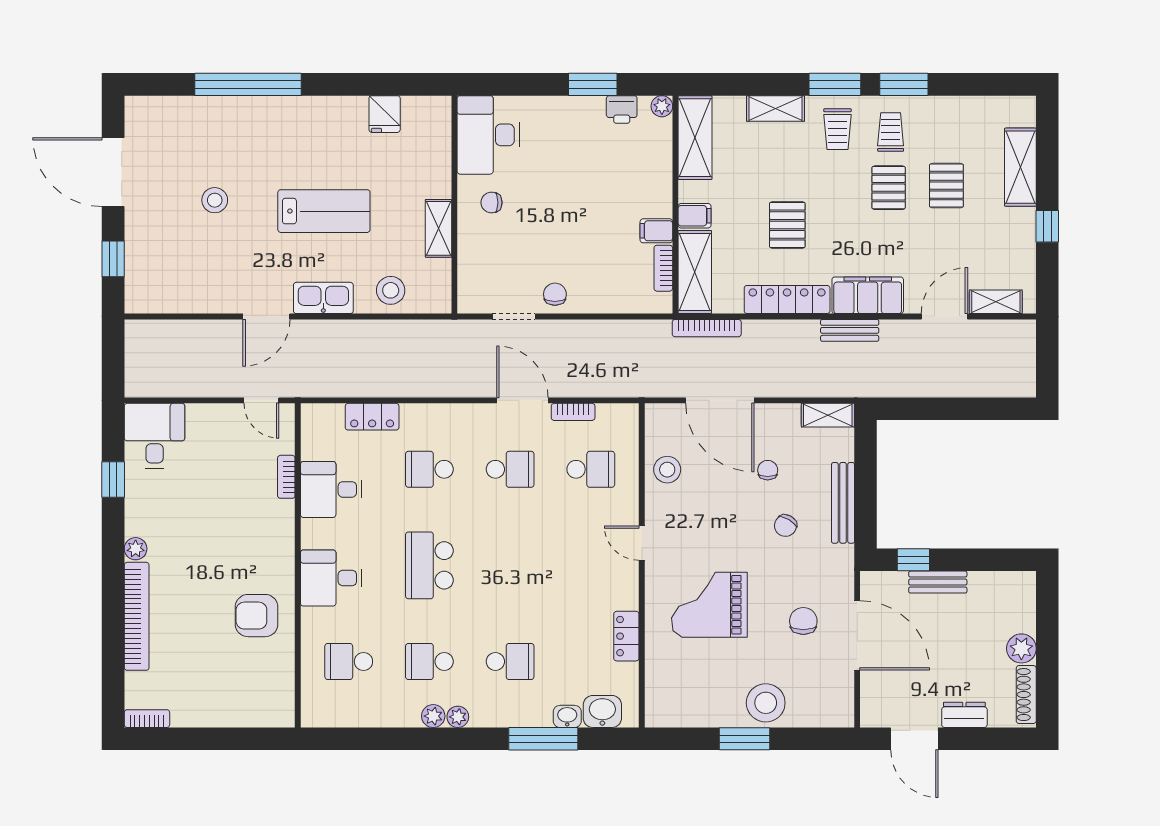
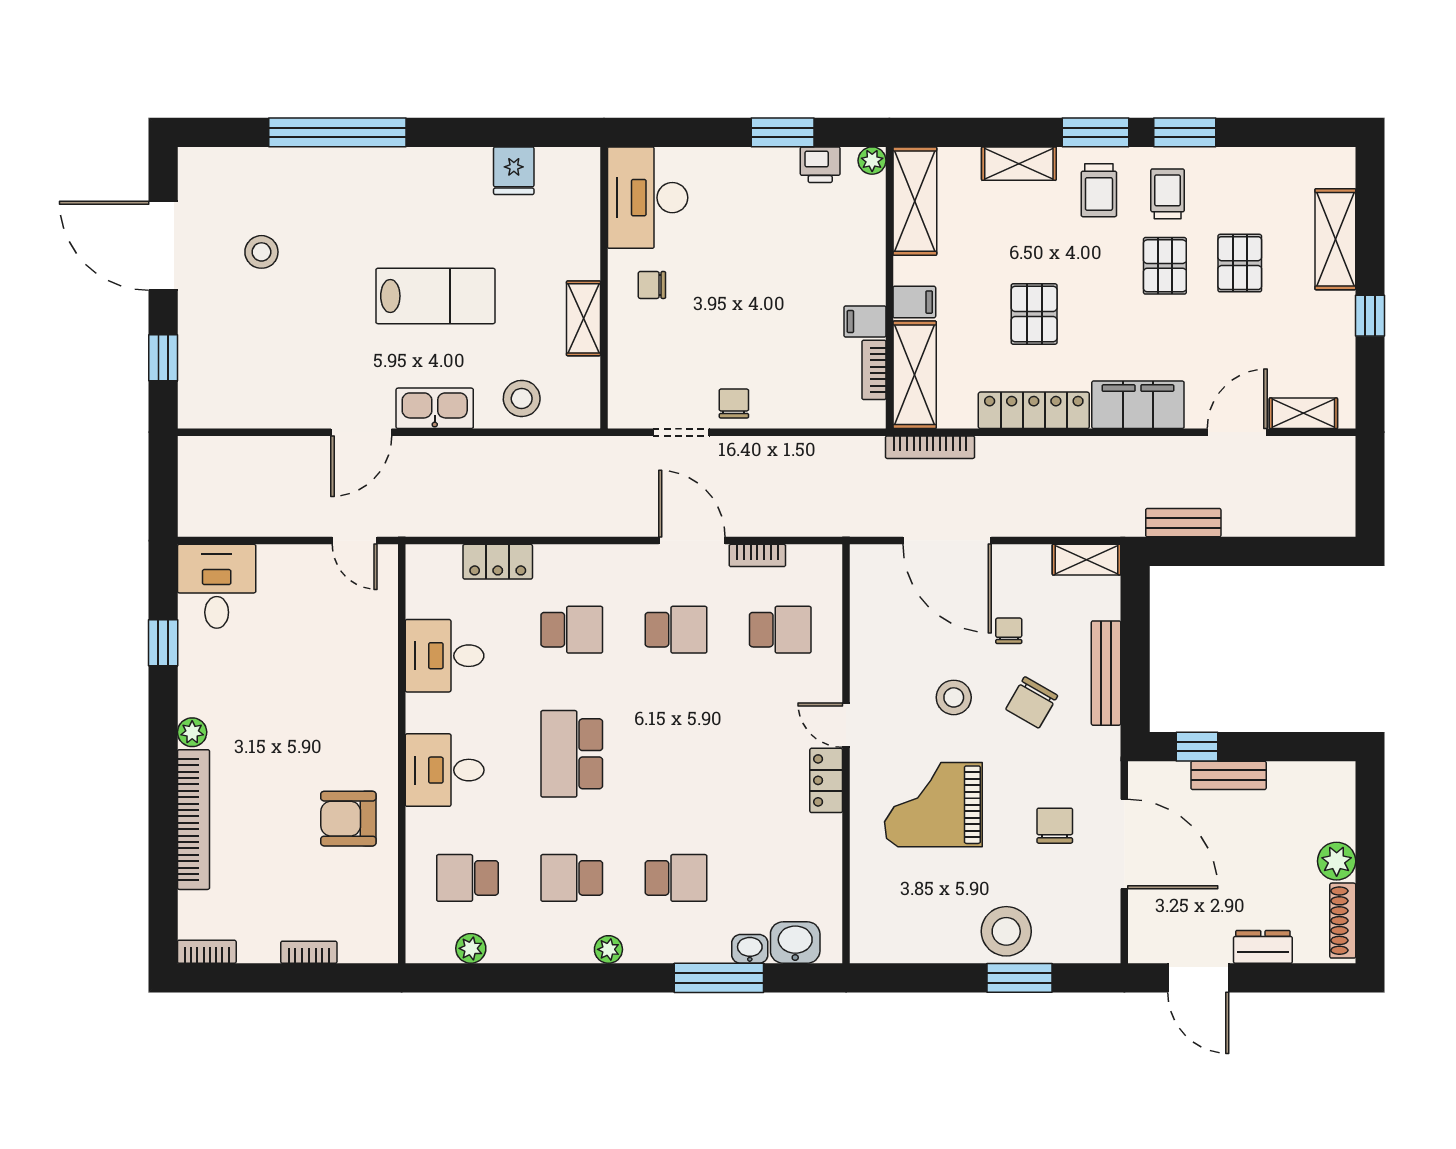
stool: (215, 200) -> (261, 252), moved
bench: (850, 330) -> (1183, 523), moved
school desk: (429, 469) -> (572, 630), turned 180
stool: (667, 470) -> (954, 697), moved
bookcase: (286, 477) -> (309, 952), moved, turned 90
chair: (785, 526) -> (1032, 702), width x1.37, depth x1.37
locker: (626, 636) -> (826, 780), moved
plant: (433, 716) -> (471, 948), moved
window: (745, 739) -> (1019, 978), moved

